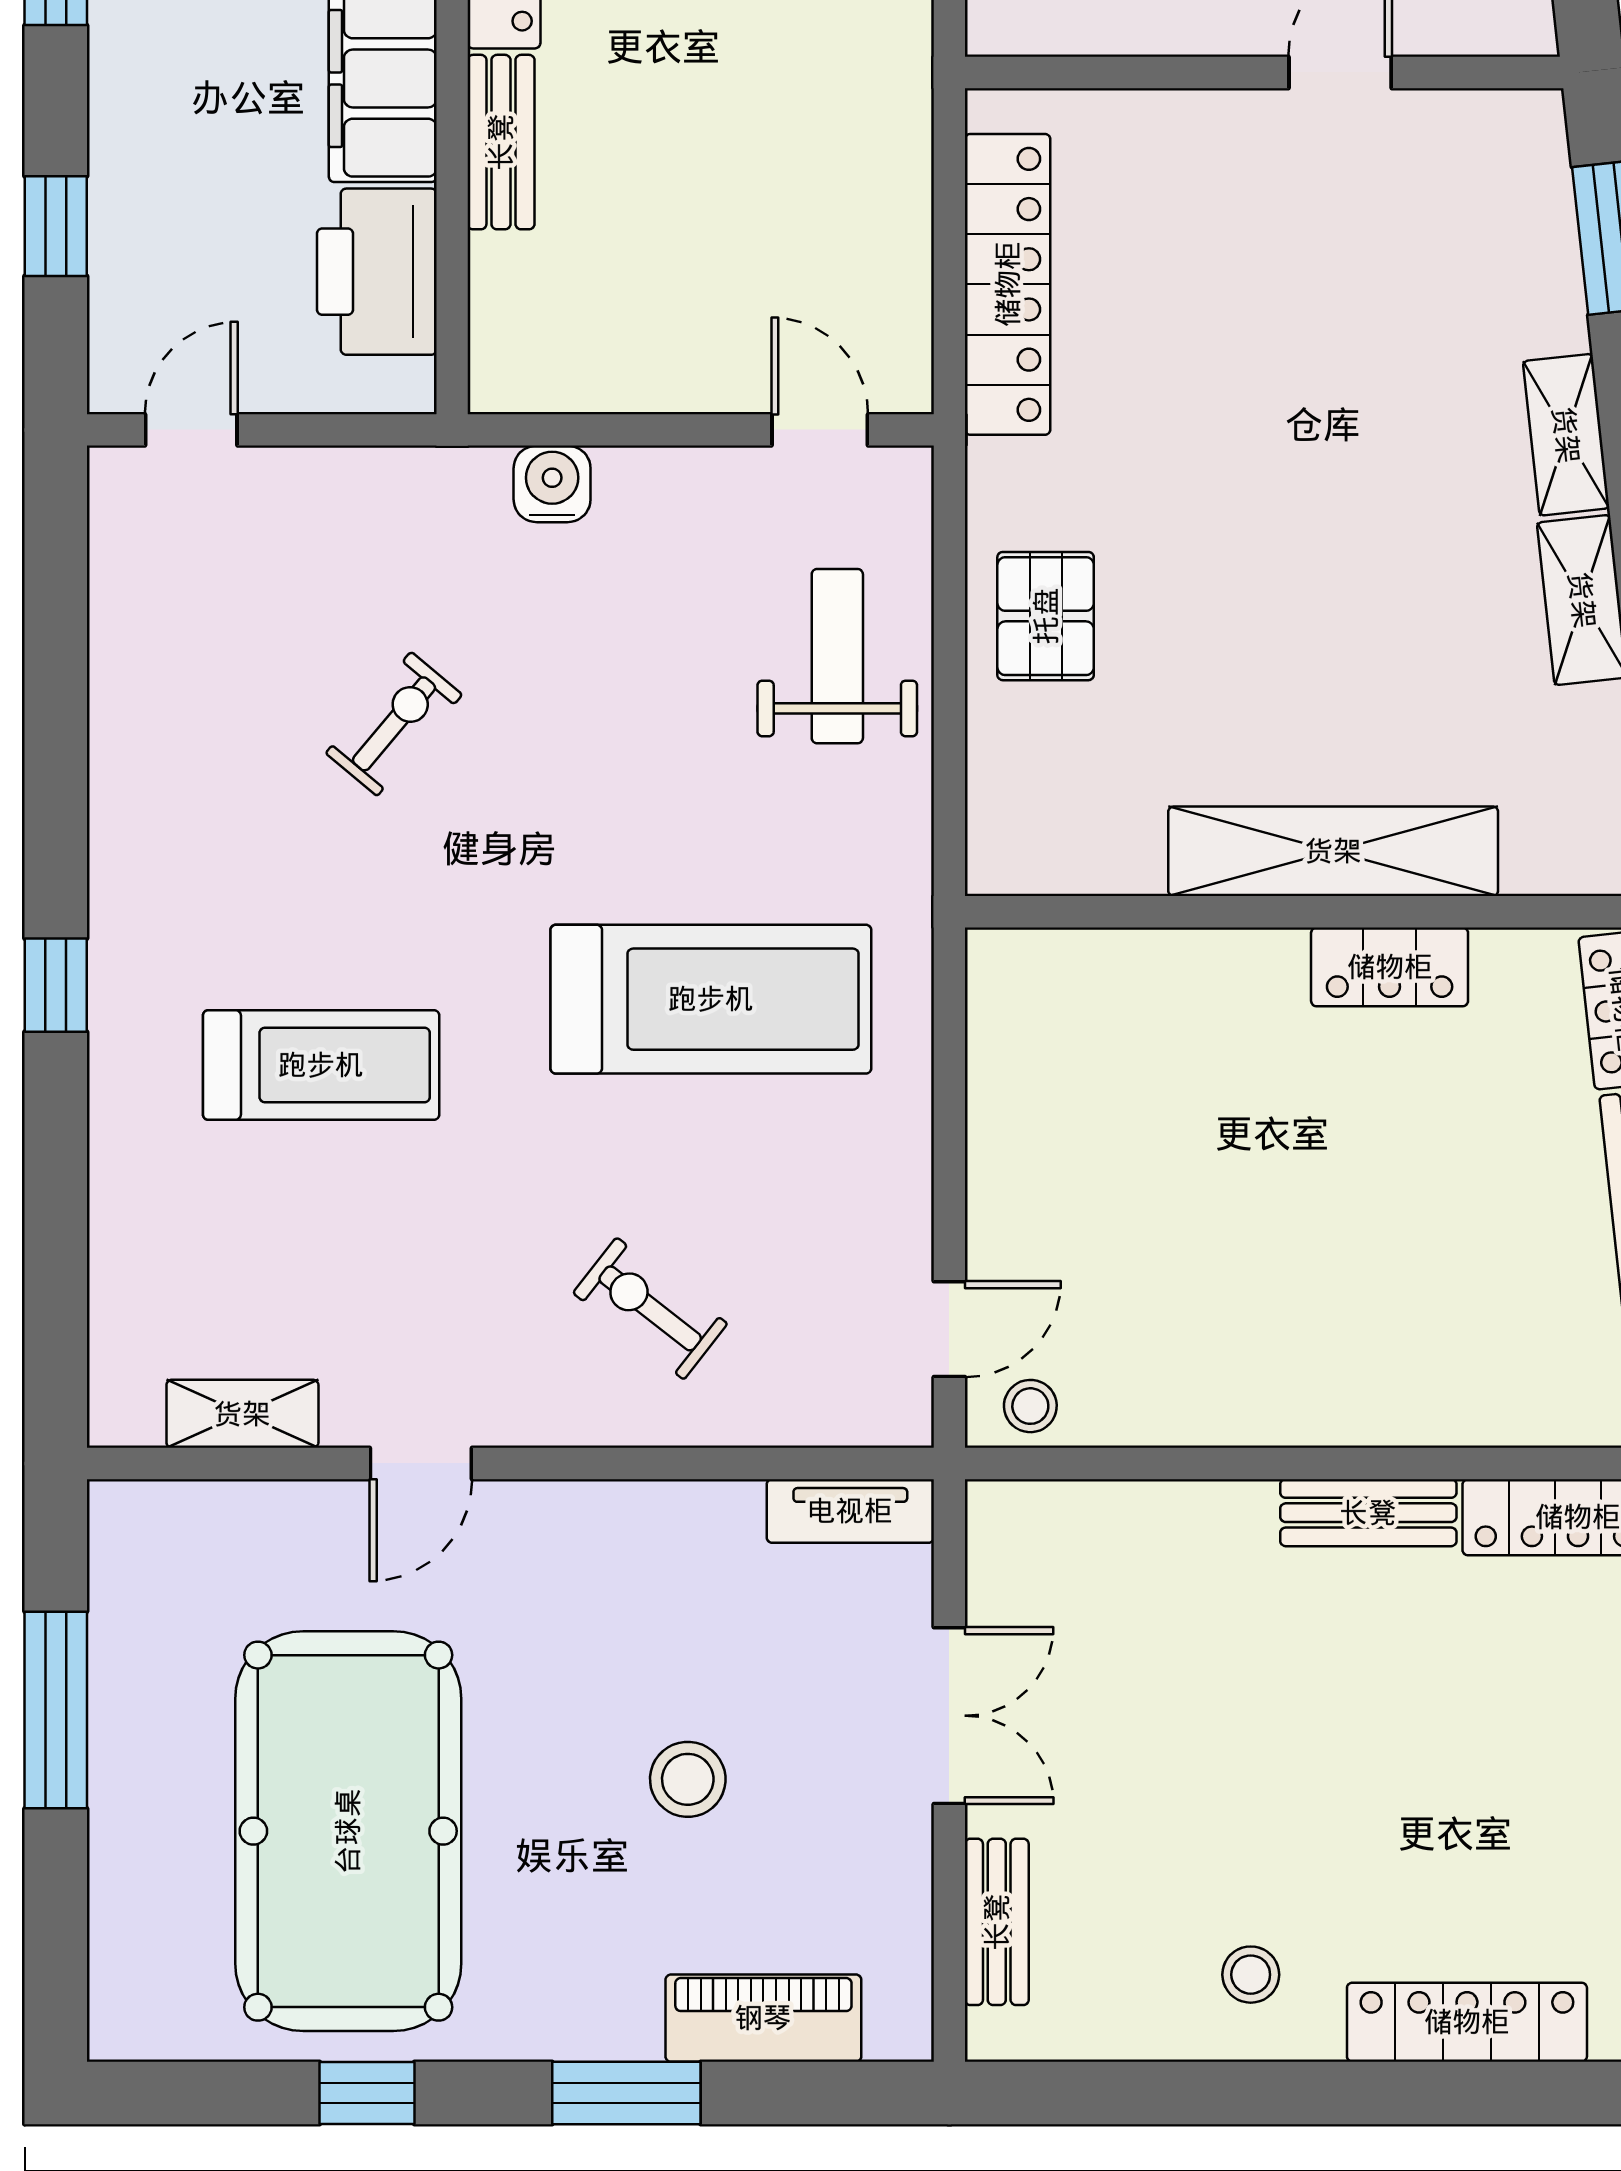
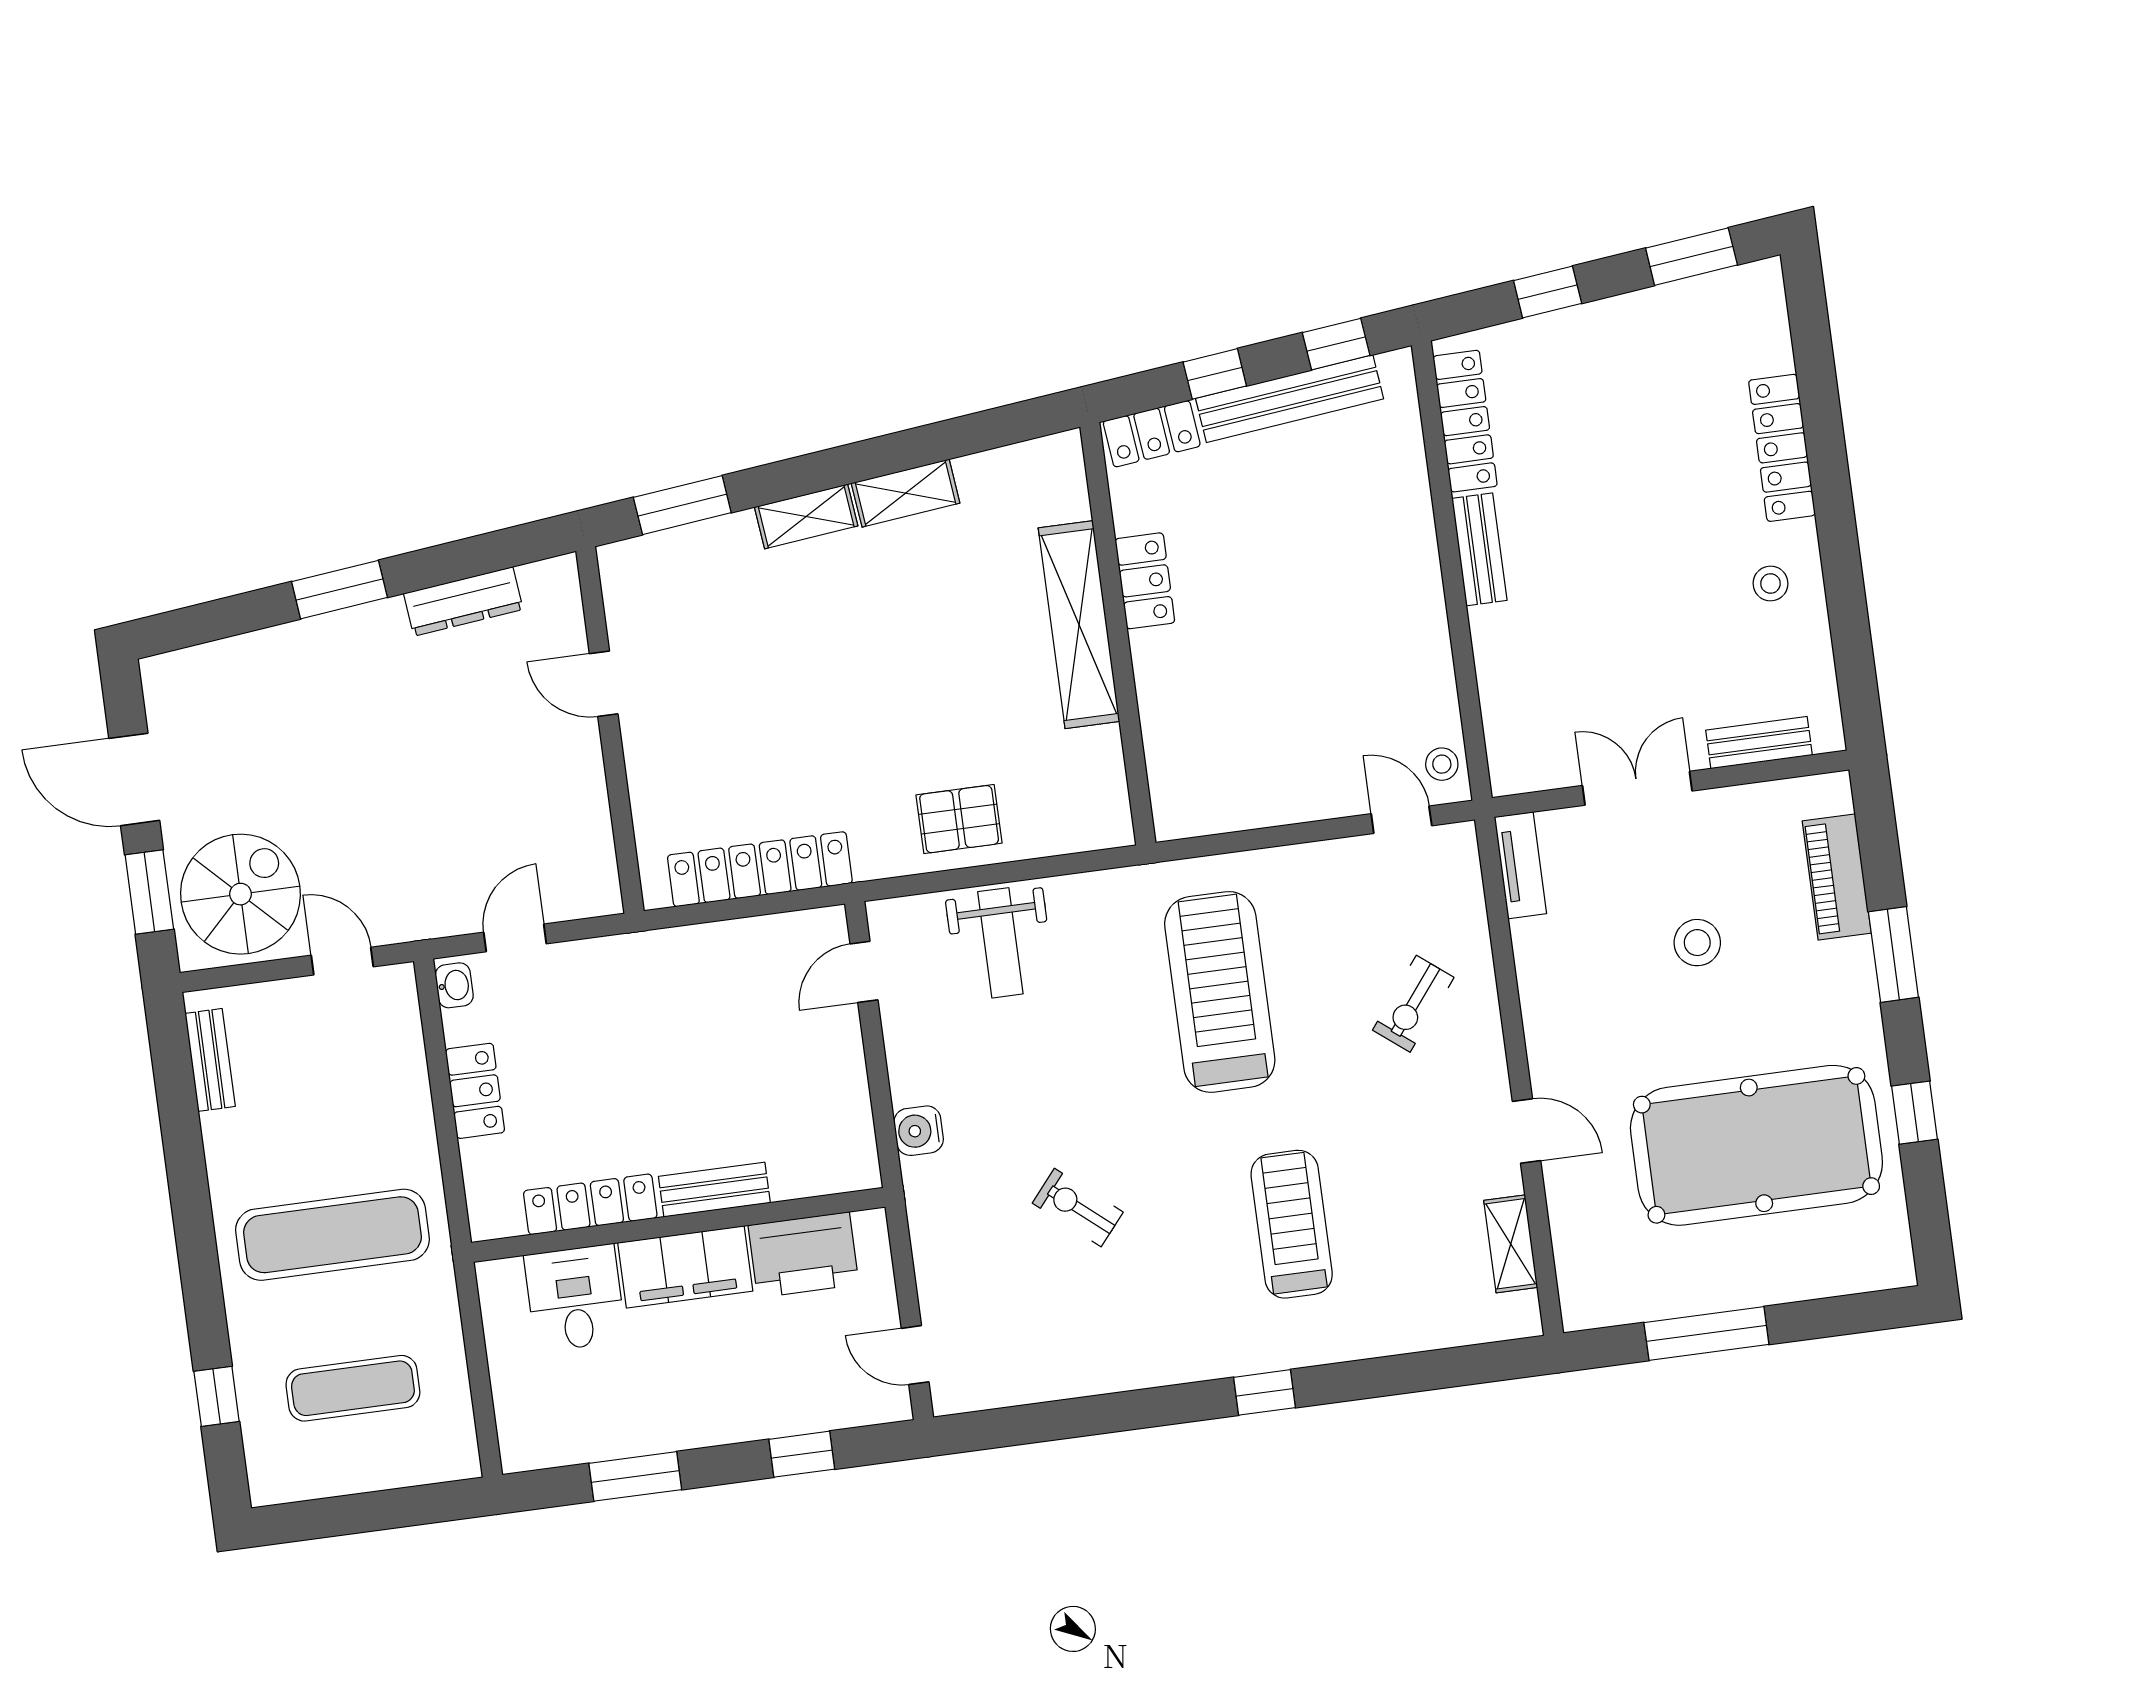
weight bench: (837, 656) -> (1000, 943), turned -90

